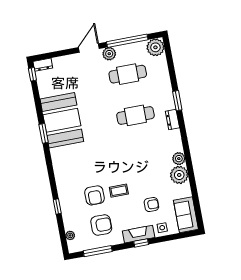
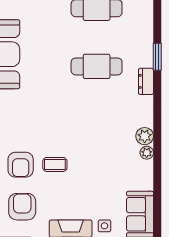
plant: (179, 175) -> (147, 153), width x0.53, depth x0.53
armchair: (151, 205) -> (96, 192), removed
armchair: (101, 225) -> (22, 207), turned -90

